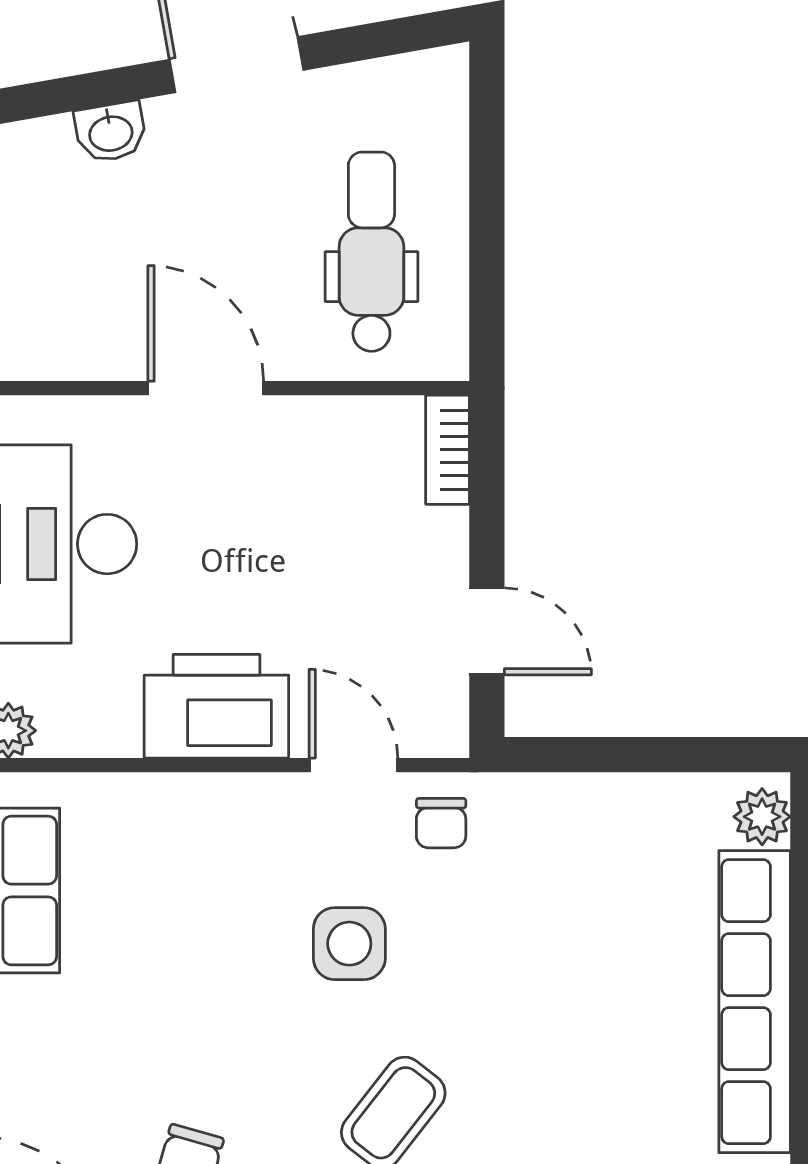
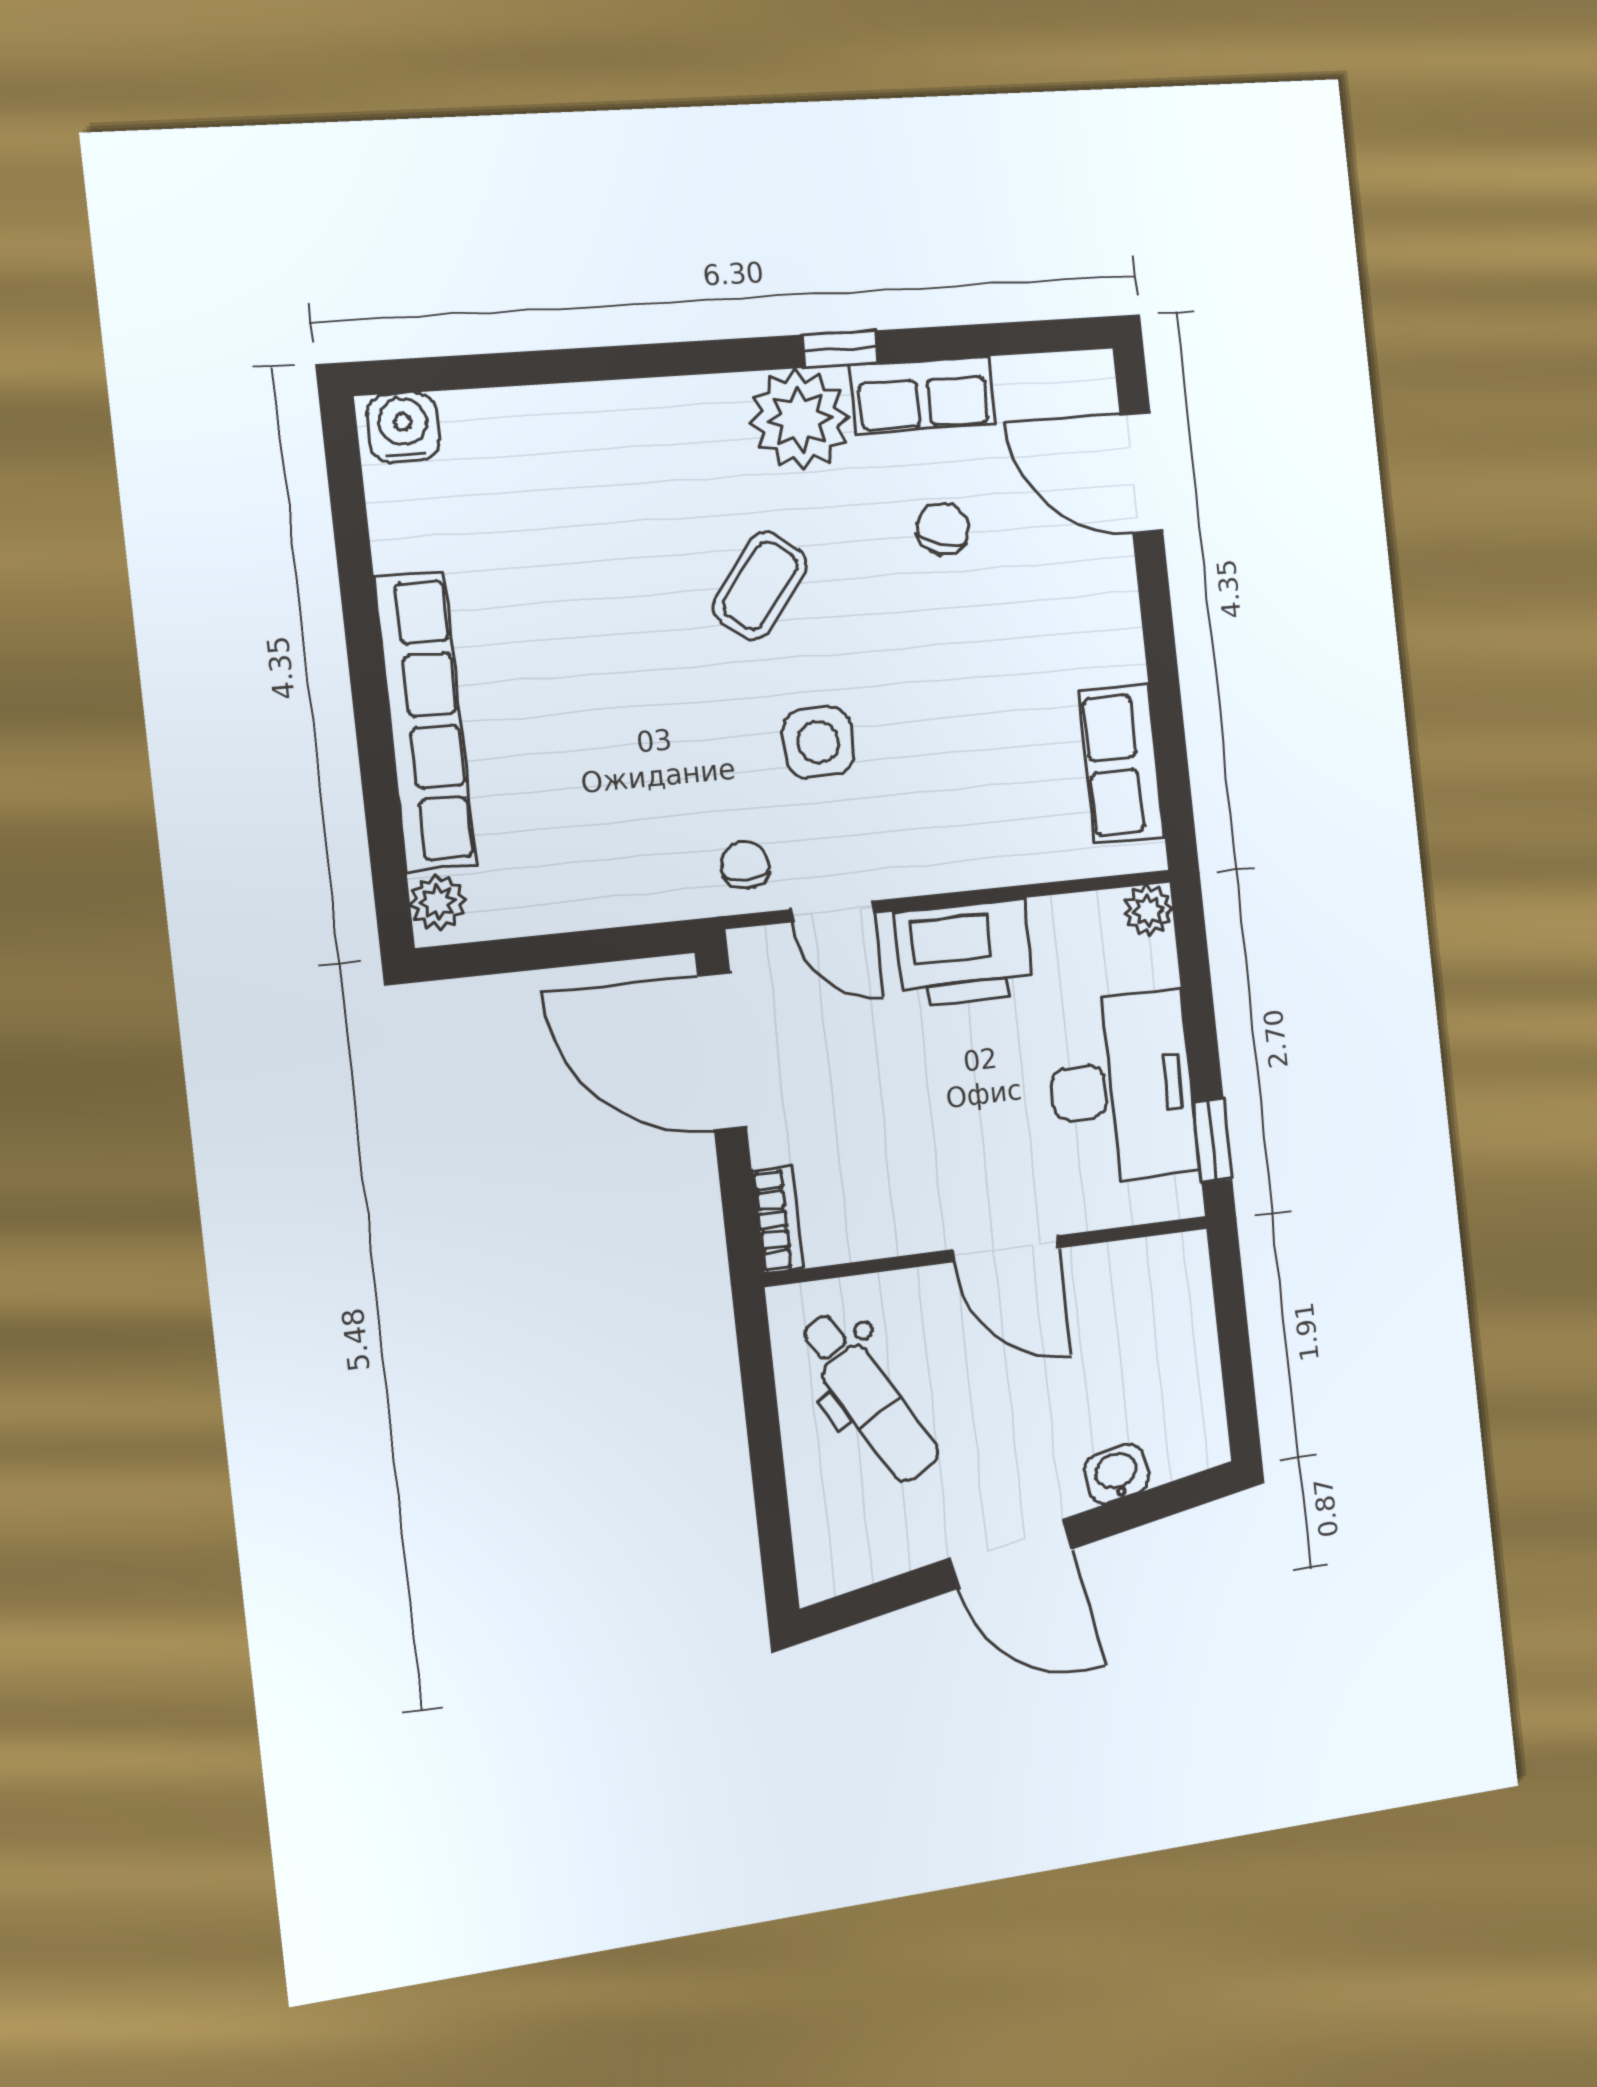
dental chair: (371, 252) -> (869, 1397), turned -30
door: (487, 631) -> (722, 1052), width x1.88

